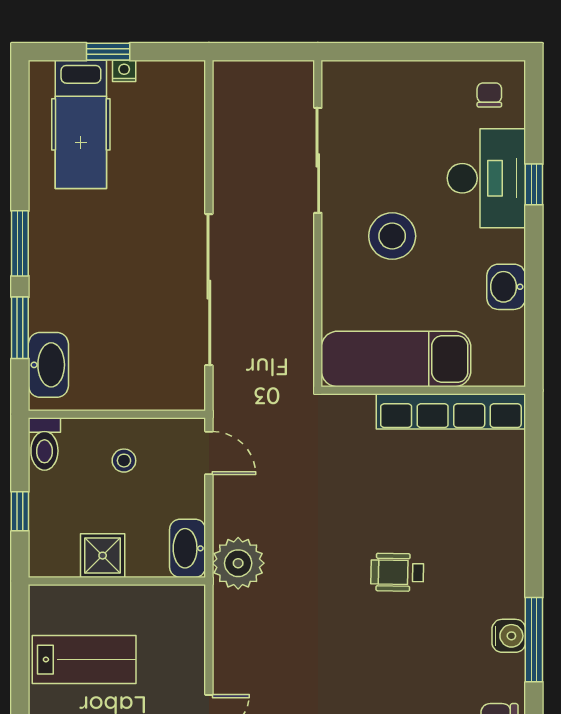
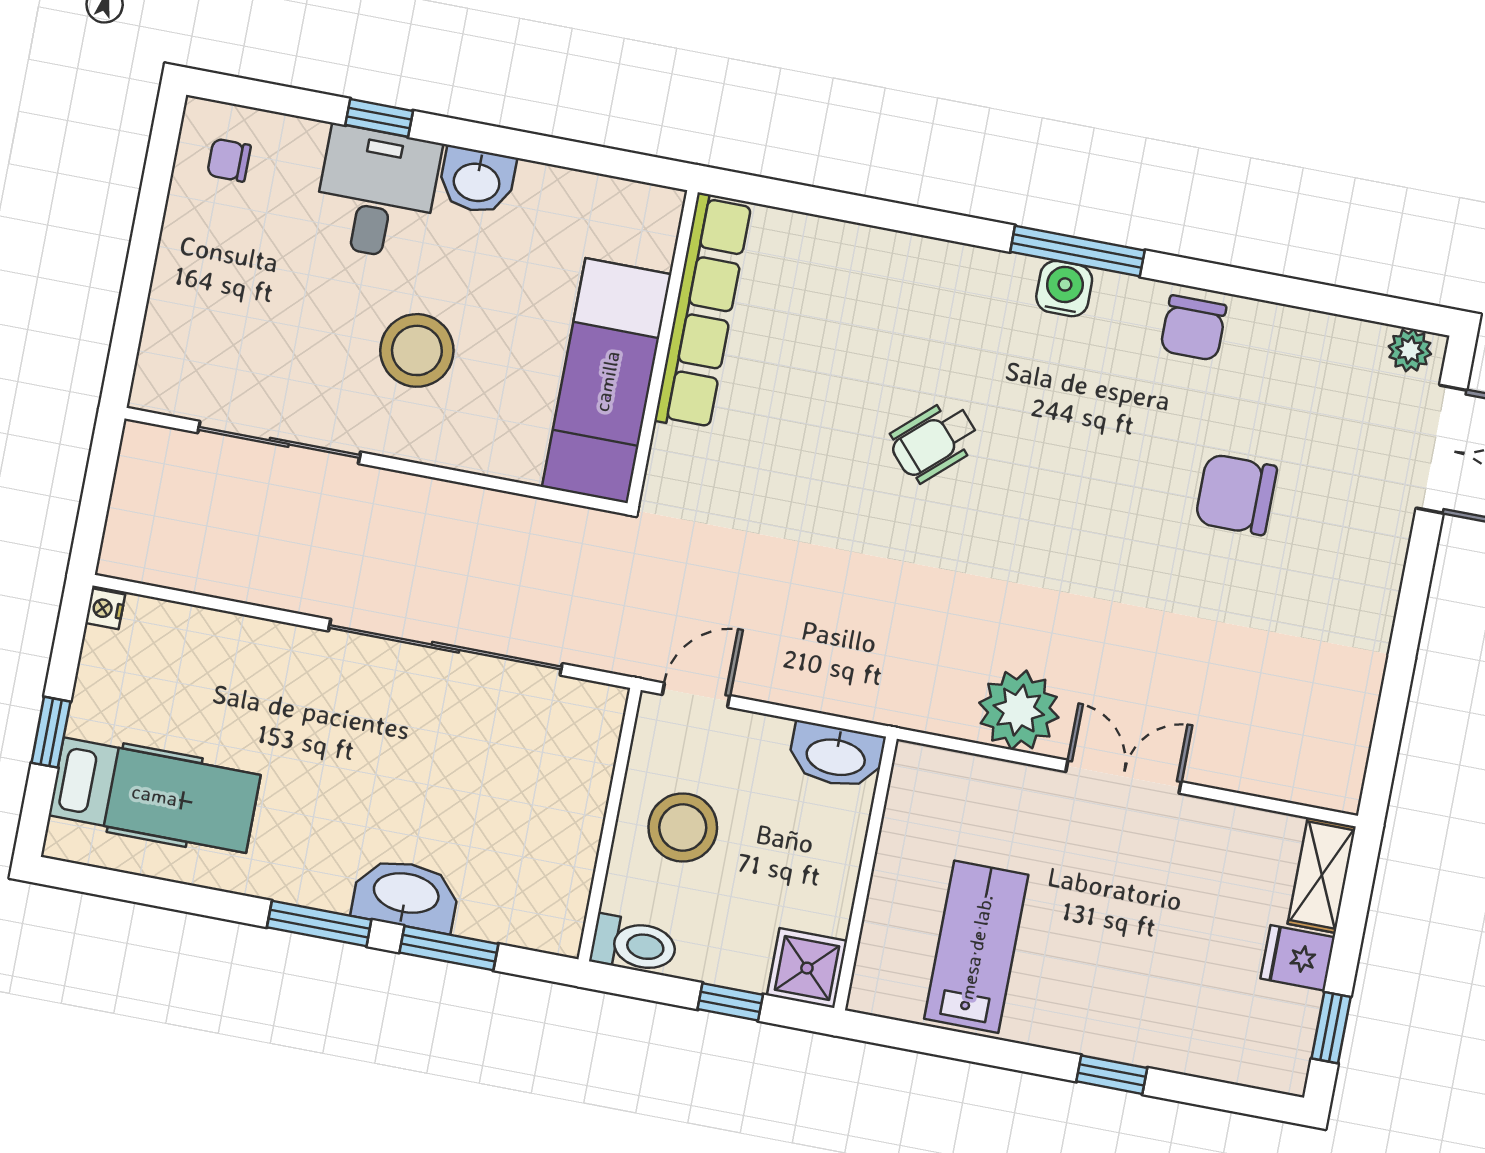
nightstand: (124, 71) -> (105, 609), moved
desk: (486, 178) -> (377, 193), width x0.73
washbasin: (506, 287) -> (477, 181), moved
washbasin: (48, 365) -> (406, 895), moved
stool: (124, 461) -> (683, 827), width x1.89, depth x1.89
shower: (103, 556) -> (807, 968), moved
plant: (238, 563) -> (1019, 710), moved
wheelchair: (397, 572) -> (934, 441), turned 47

